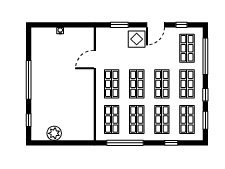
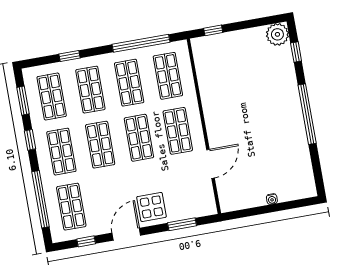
plant: (54, 133) -> (277, 34), moved
window: (78, 143) -> (213, 30), added

